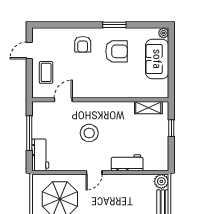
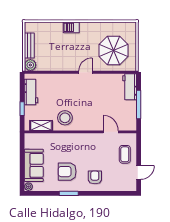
door: (63, 100) -> (111, 132), swing flipped
stool: (89, 133) -> (65, 118), moved
workbench: (127, 163) -> (31, 92), moved, turned -90

